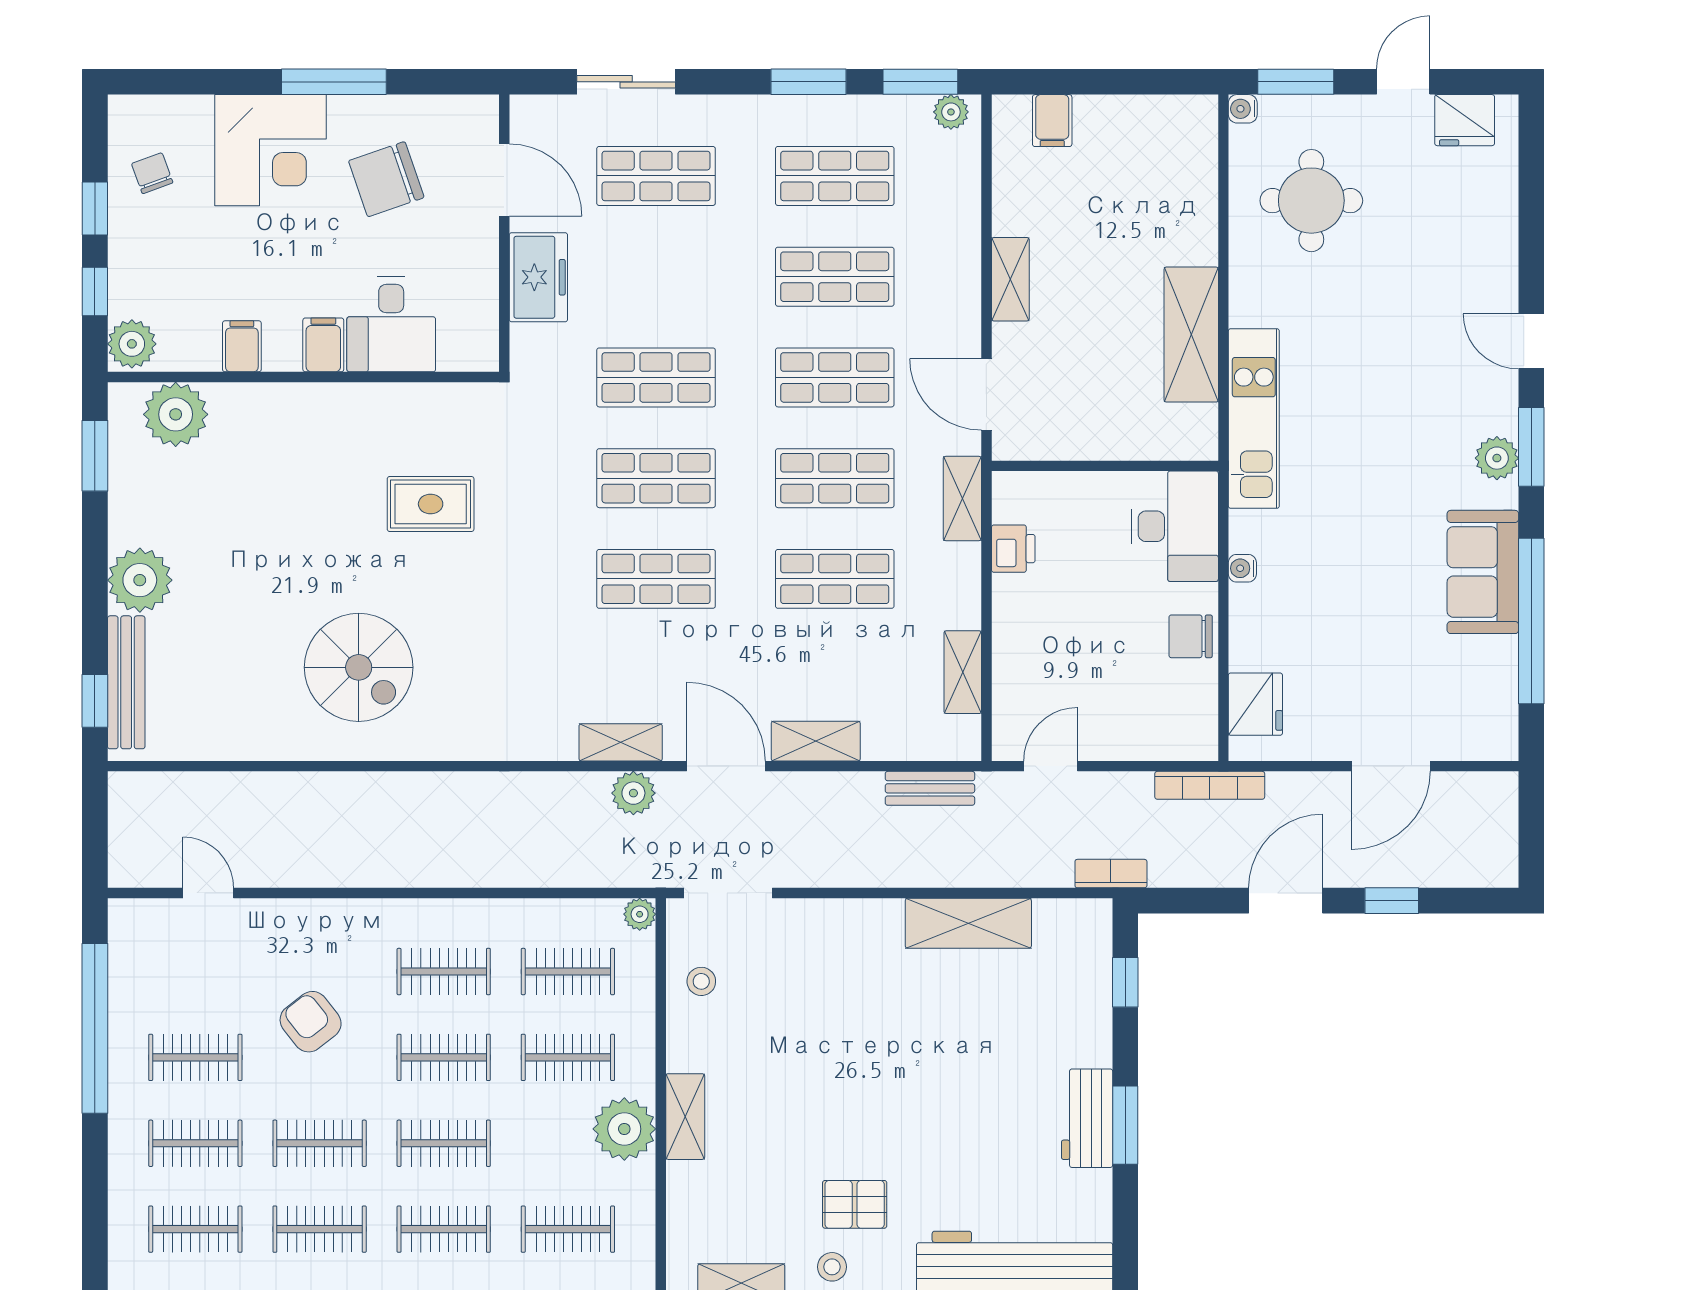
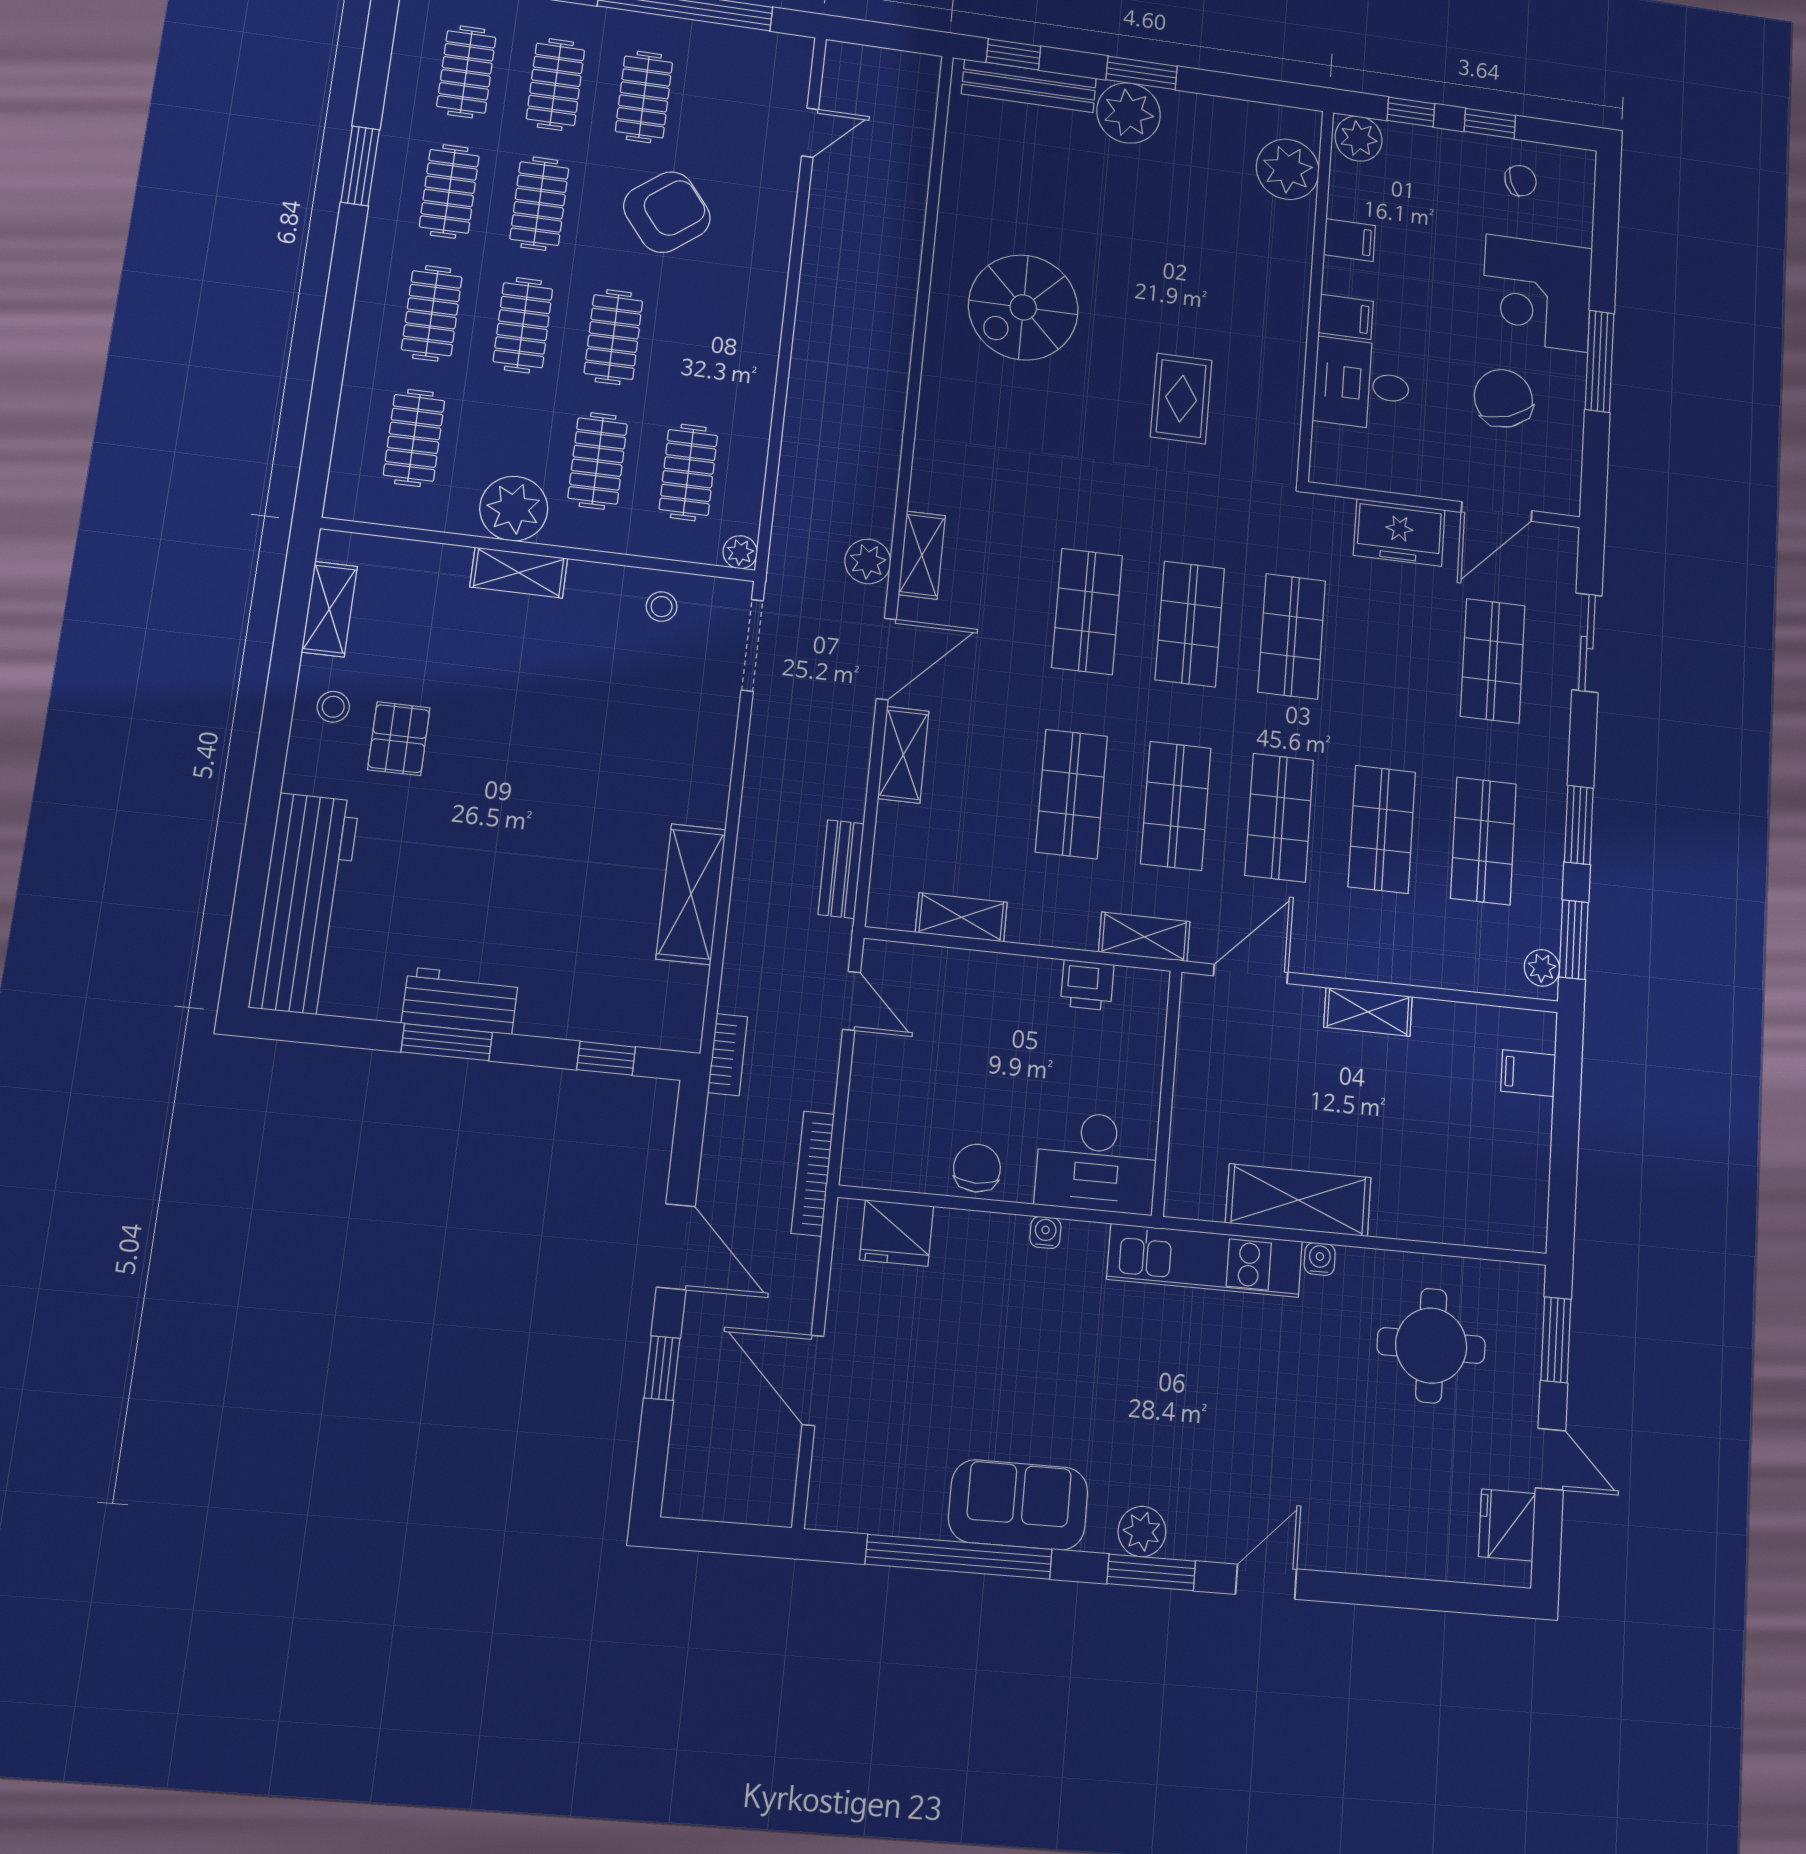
water cooler: (1243, 109) -> (1320, 1259), moved
window: (95, 456) -> (1142, 73), moved
clothes rail: (444, 972) -> (703, 349), removed
armchair: (311, 1022) -> (667, 212), width x1.38, depth x1.38

